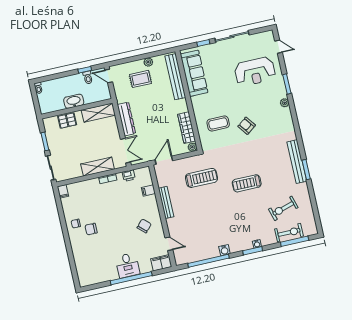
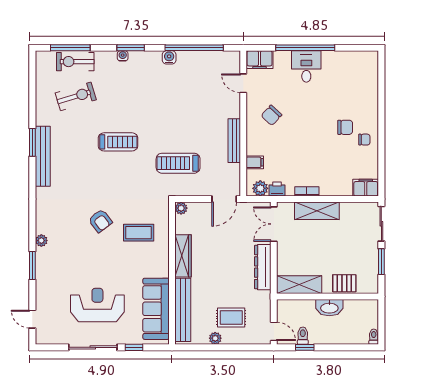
reception desk: (255, 72) -> (97, 305), moved
wardrobe: (187, 128) -> (183, 256), moved
plant: (140, 173) -> (260, 188), added
filing cabinet: (63, 191) -> (366, 188), width x2.00

